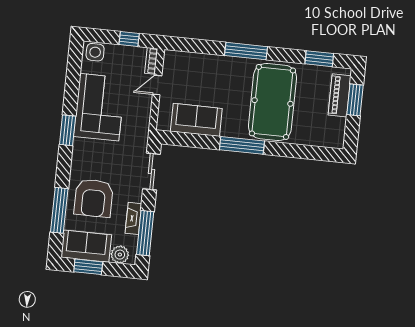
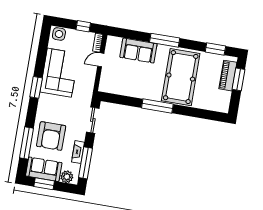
sofa: (196, 120) -> (138, 51), moved, turned 180

